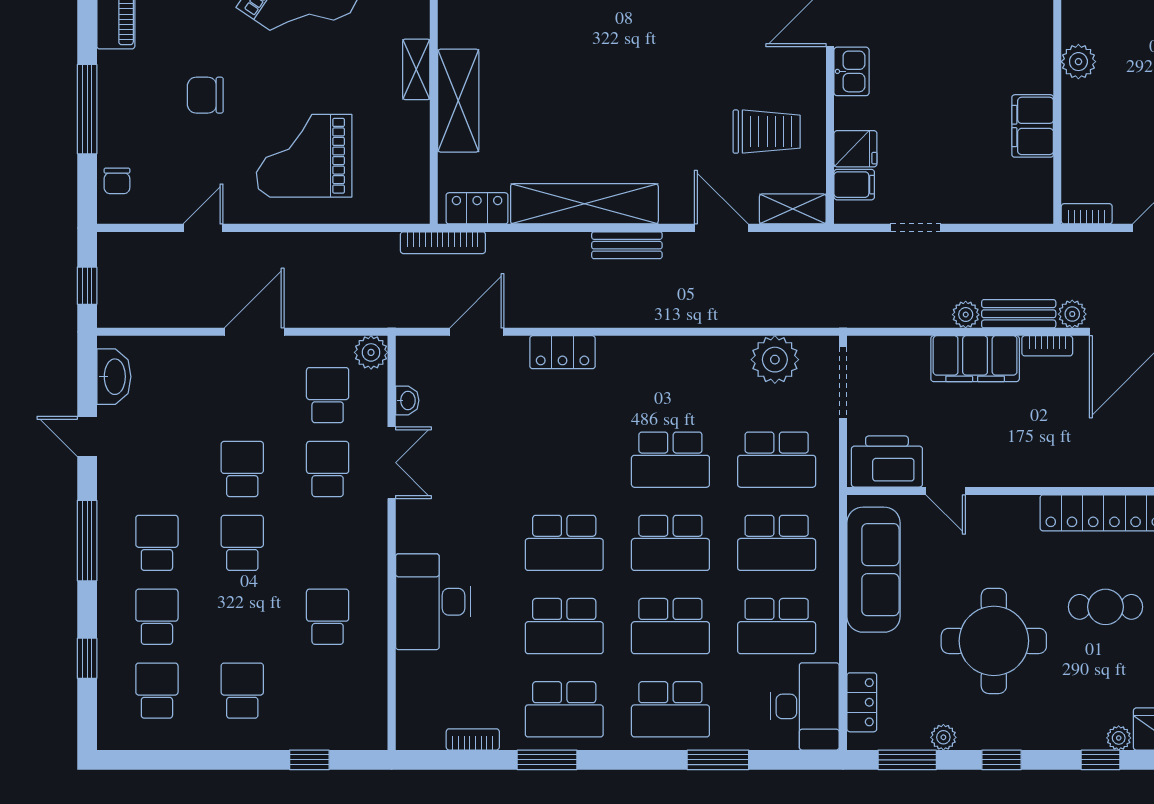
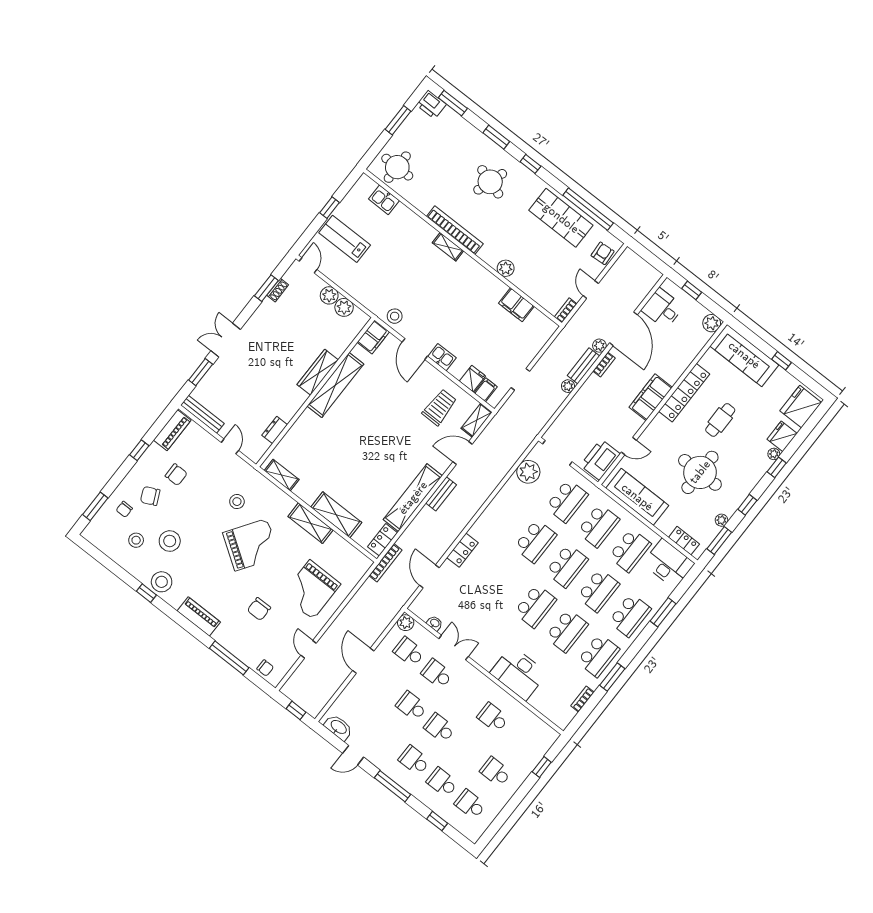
shelving: (416, 69) -> (311, 523), width x1.50, depth x1.33
filing cabinet: (975, 359) -> (651, 397), moved, turned 180

